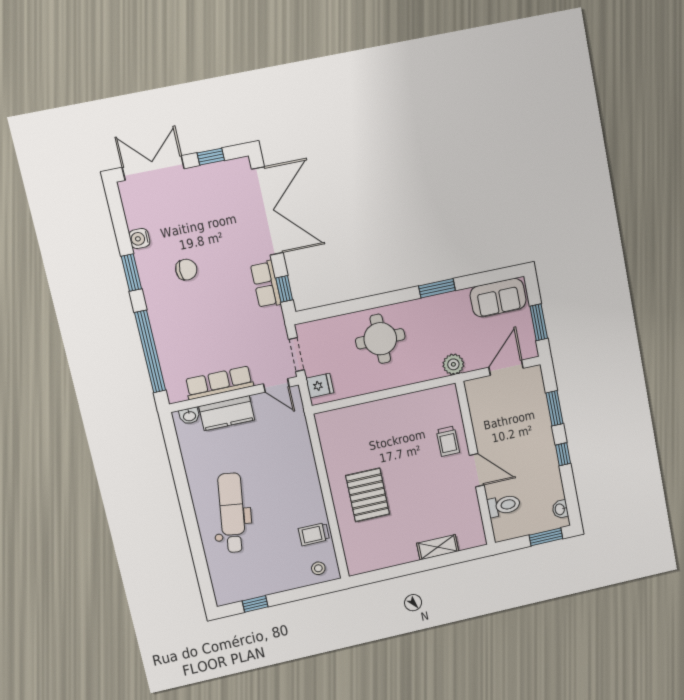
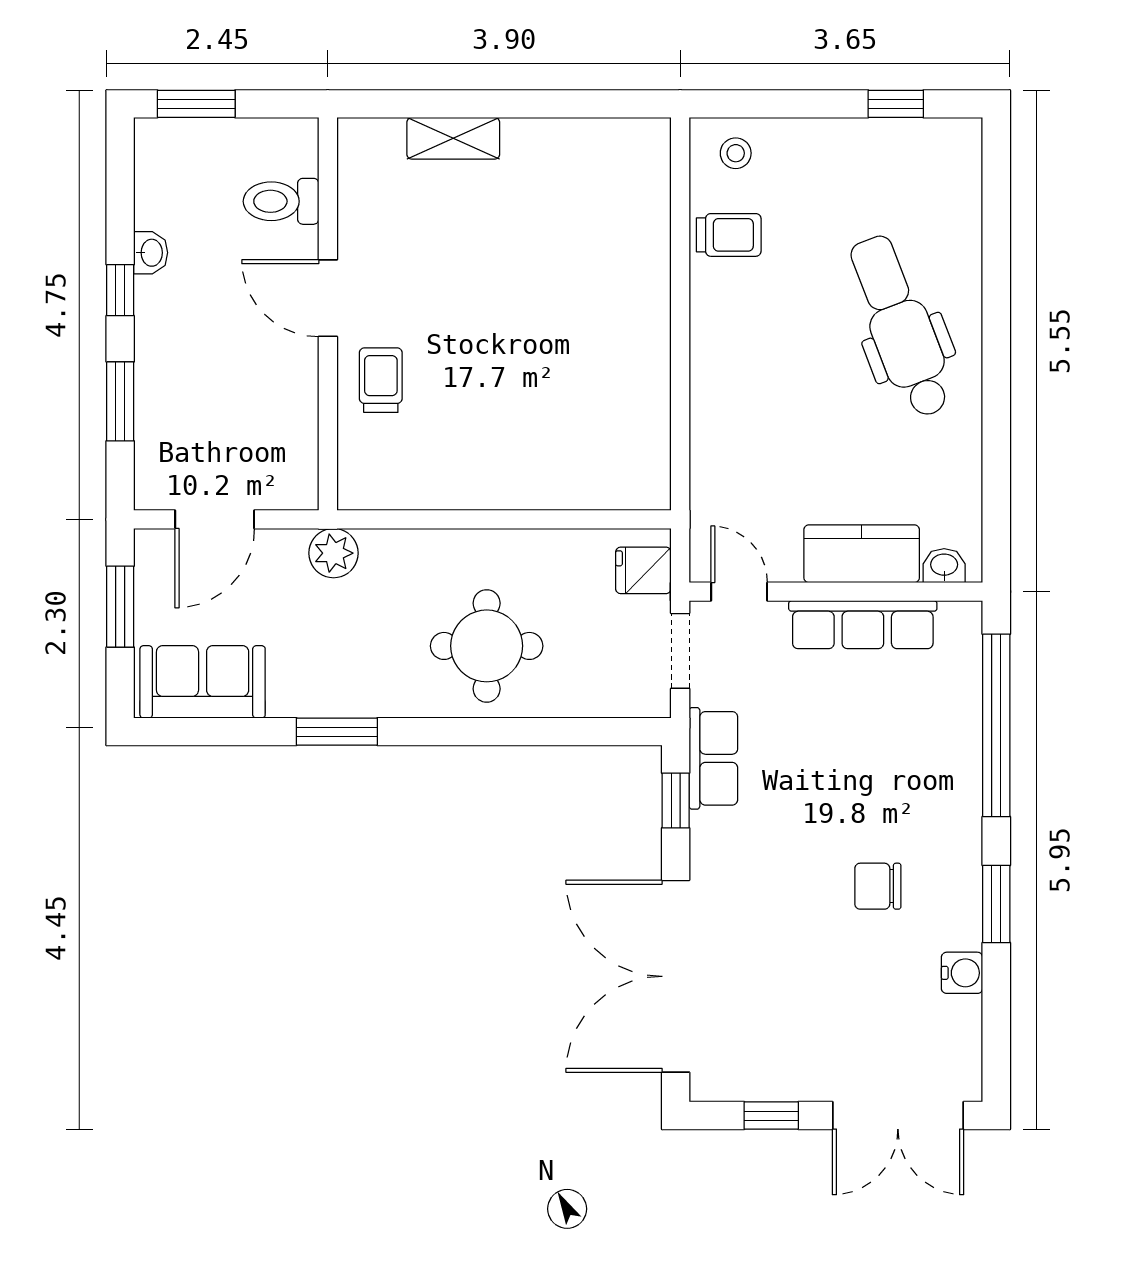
row of seats: (266, 284) -> (713, 758), moved
pallet: (368, 495) -> (589, 298), removed
washbasin: (560, 509) -> (151, 253), moved
dental chair: (232, 513) -> (900, 326), turned 151

